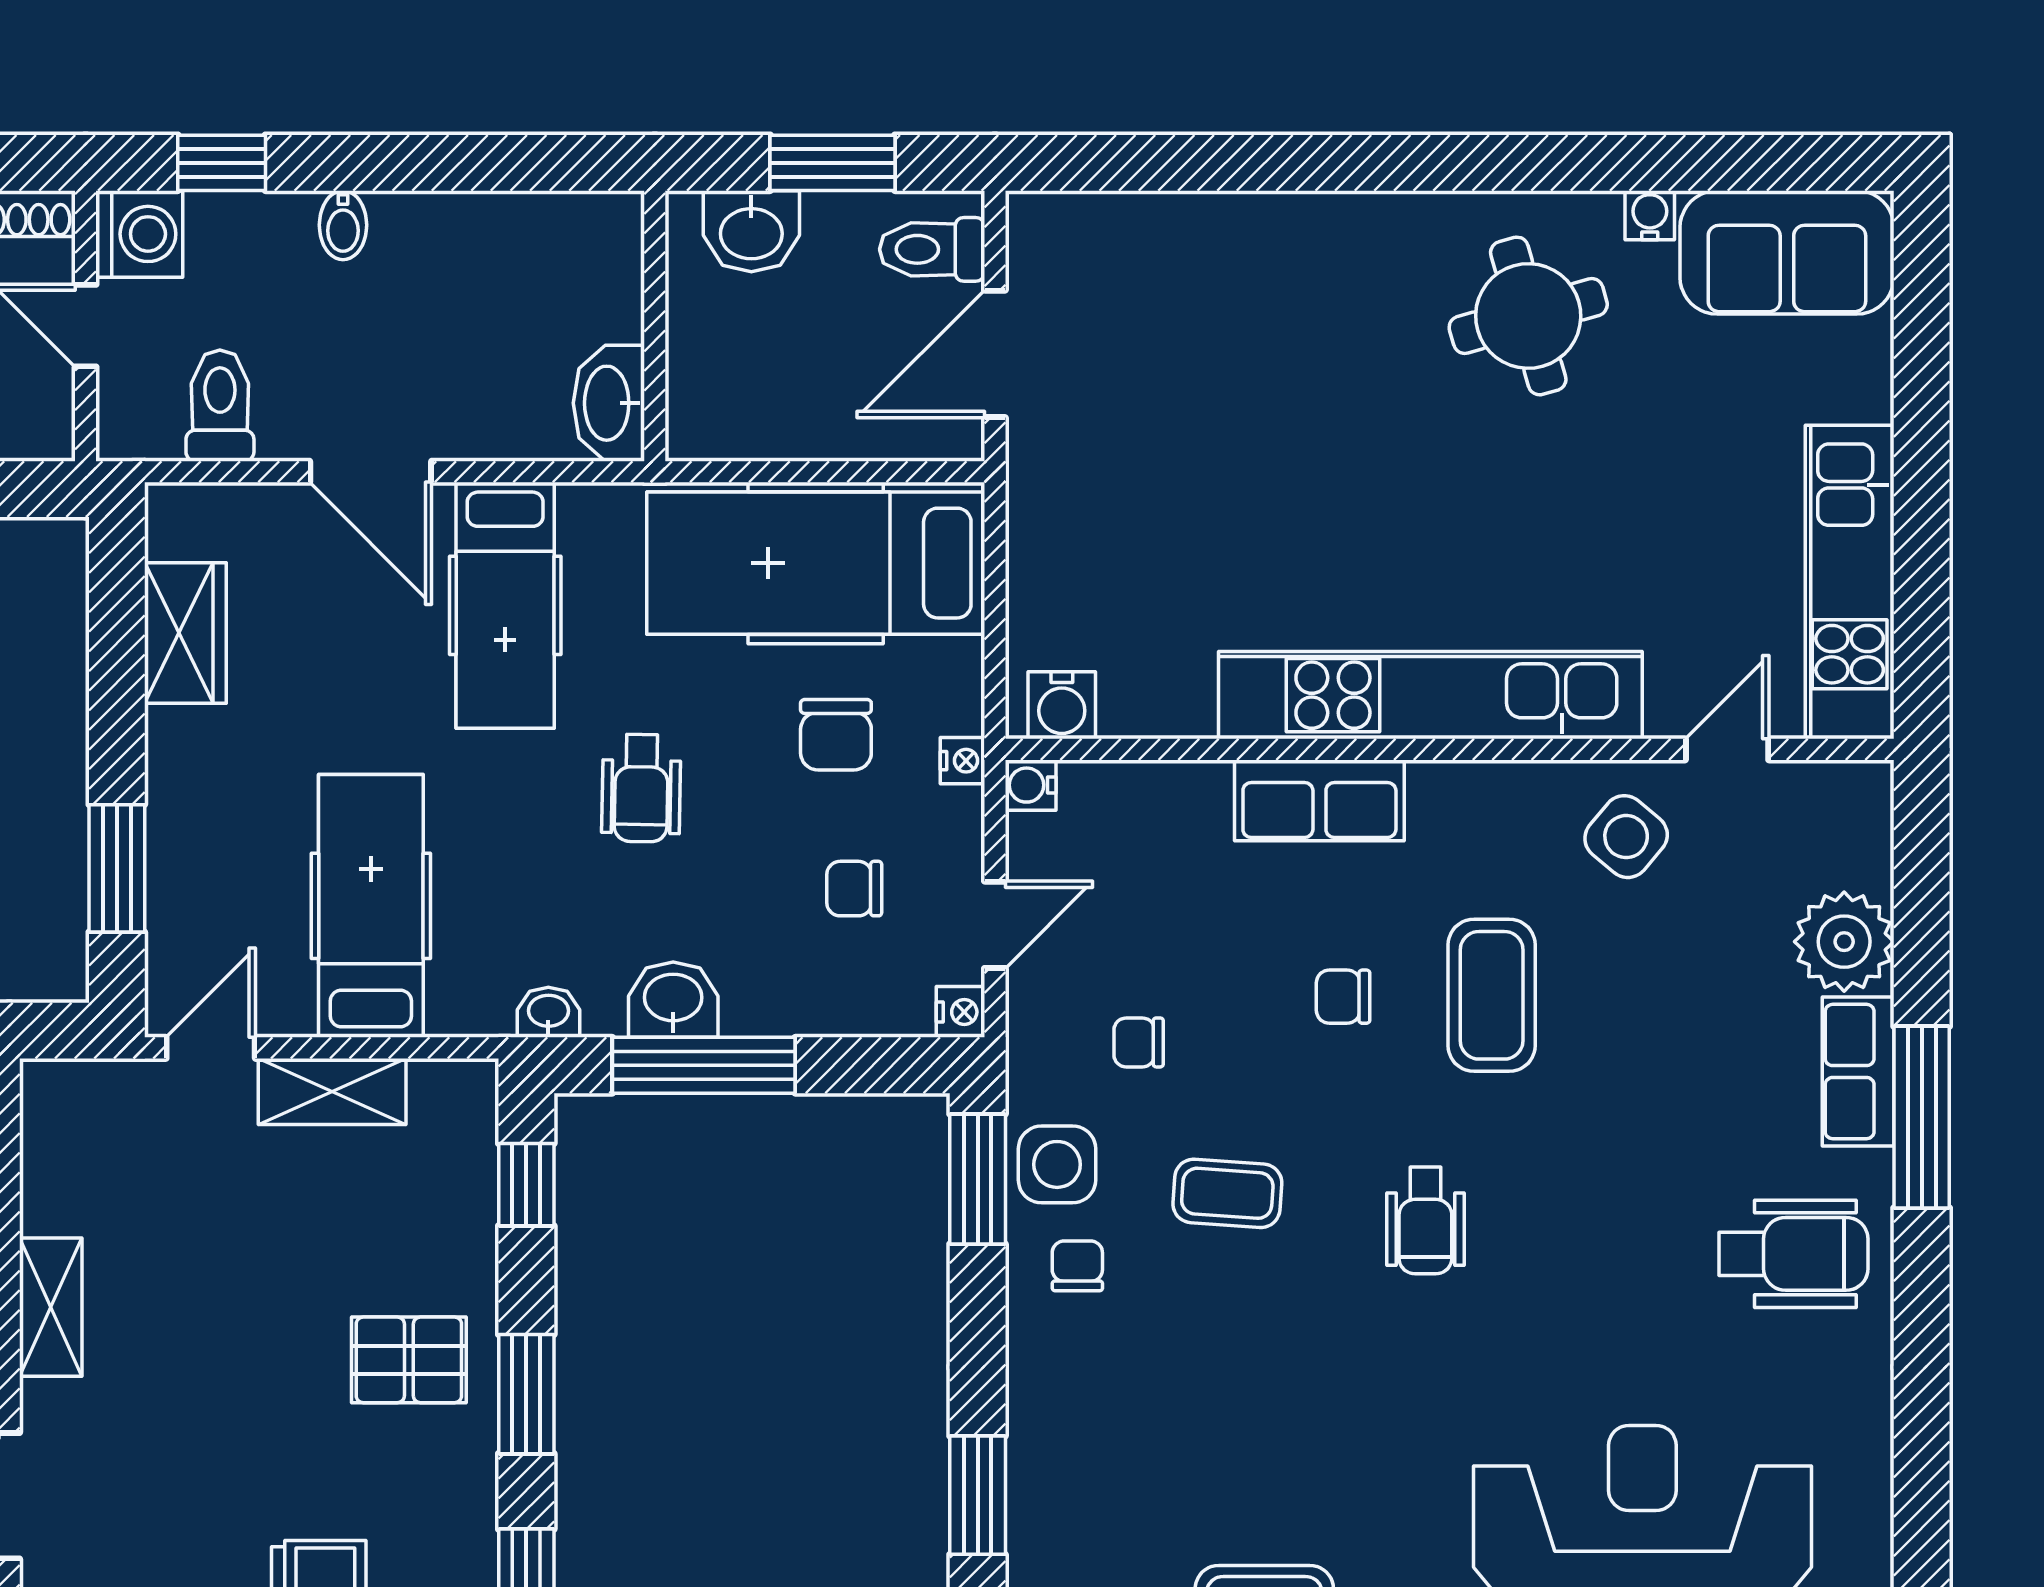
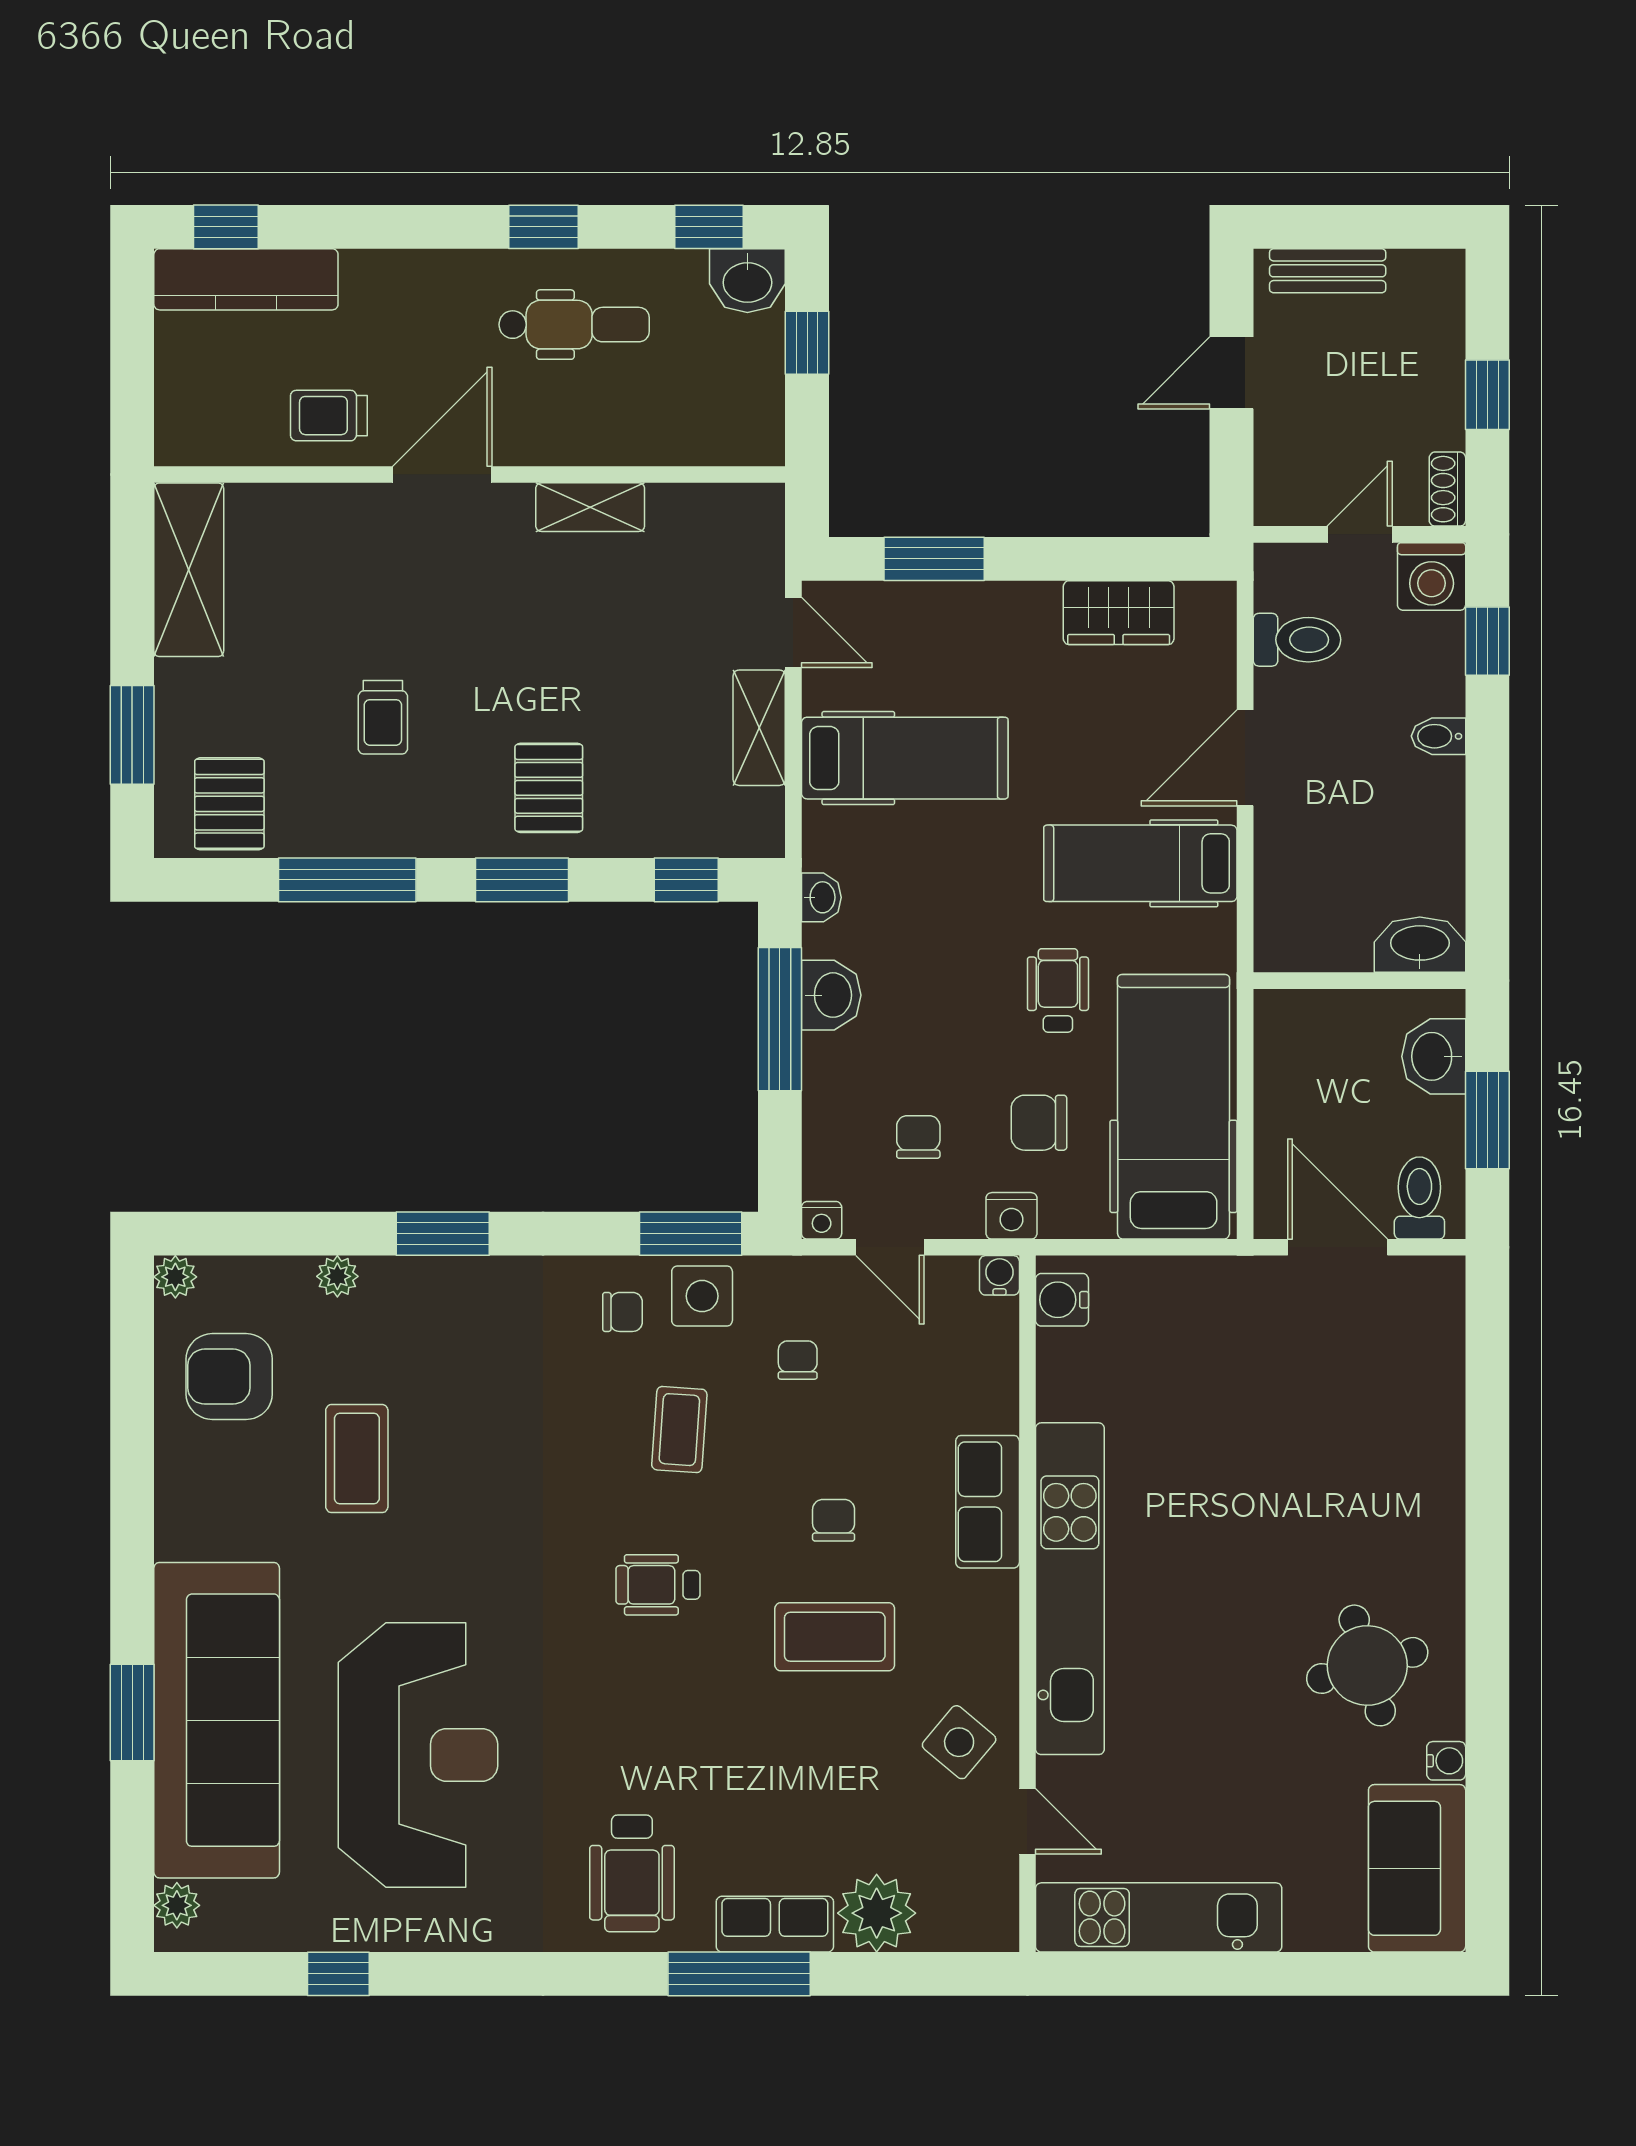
washbasin: (609, 403) -> (1420, 945), moved
nightstand: (962, 761) -> (1011, 1216), width x1.39, depth x1.35
wheelchair: (641, 788) -> (1058, 990), moved, turned 89

